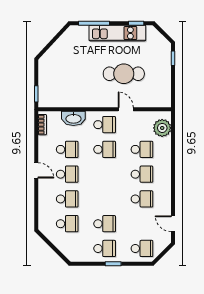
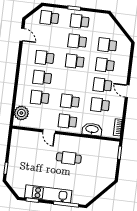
cafe table: (124, 74) -> (69, 158), moved, width x0.73, depth x0.74
school desk: (105, 199) -> (75, 61), added

